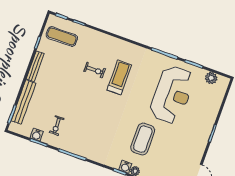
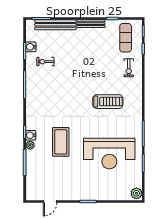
exercise bike: (95, 70) -> (129, 68), moved
plant: (211, 78) -> (136, 193), moved
coffee table: (143, 139) -> (61, 142), turned 90

